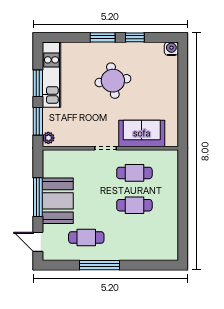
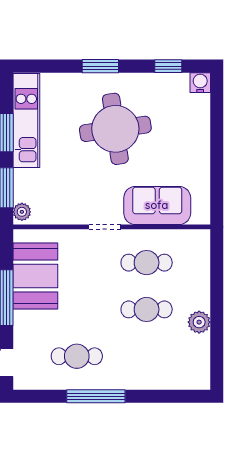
window: (135, 37) -> (168, 66), moved
round table: (113, 81) -> (115, 129), width x1.36, depth x1.36
booth: (58, 201) -> (35, 276), moved
plant: (171, 214) -> (199, 322), added

